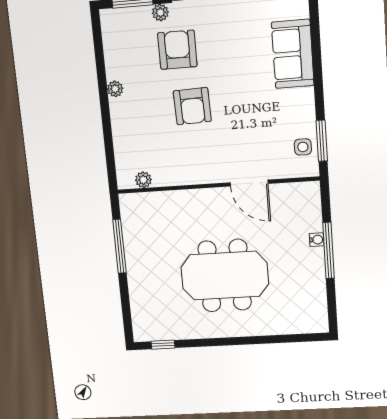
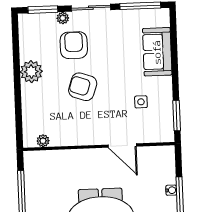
plant: (115, 89) -> (31, 72), width x1.88, depth x1.88
armchair: (192, 106) -> (83, 87), turned 111
side table: (303, 147) -> (141, 102), moved

